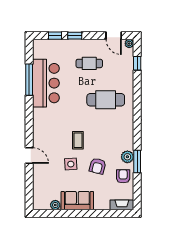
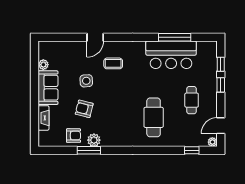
coffee table: (78, 140) -> (113, 63), moved
fireplace: (122, 205) -> (44, 118), moved

